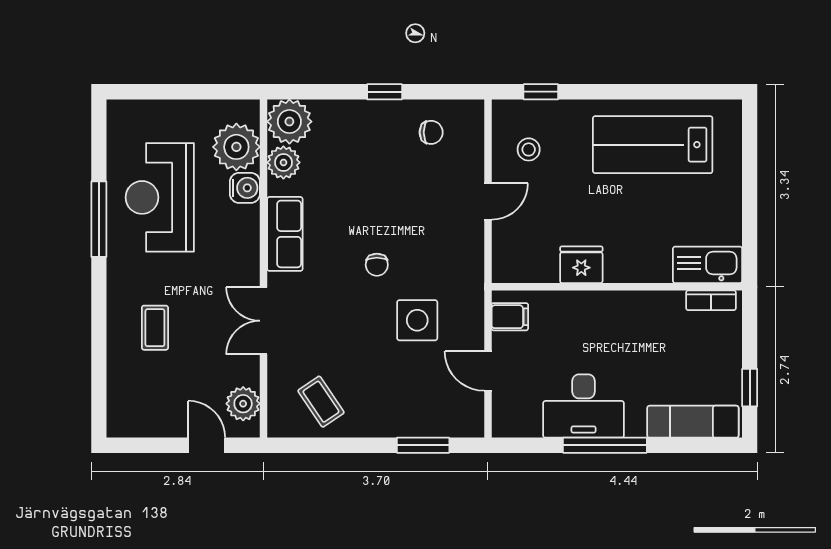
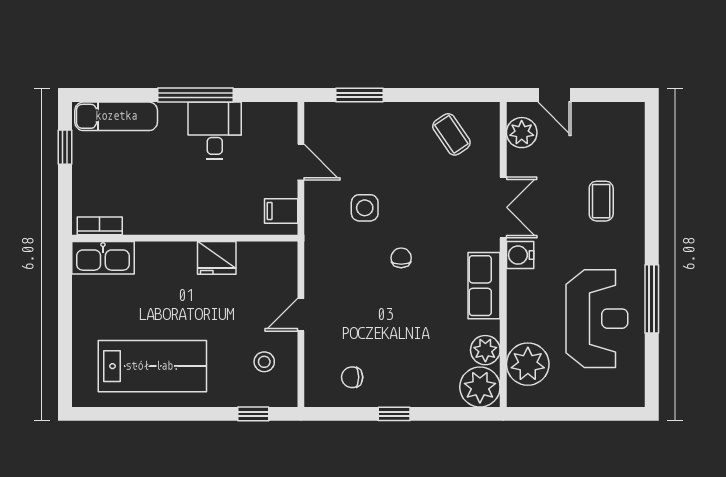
water cooler: (245, 188) -> (520, 255), moved
side table: (417, 320) -> (365, 208), width x0.73, depth x0.73
desk: (584, 406) -> (215, 130), width x0.73

